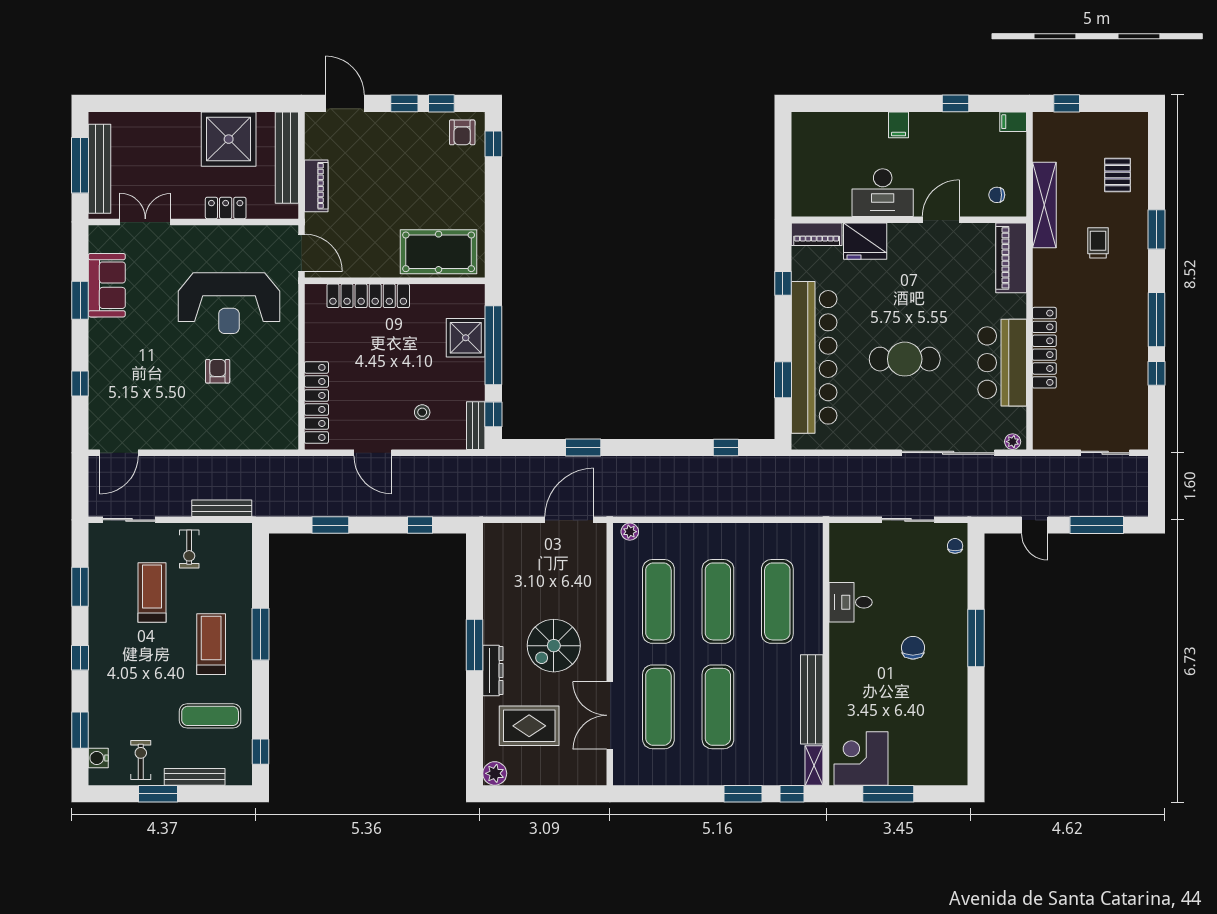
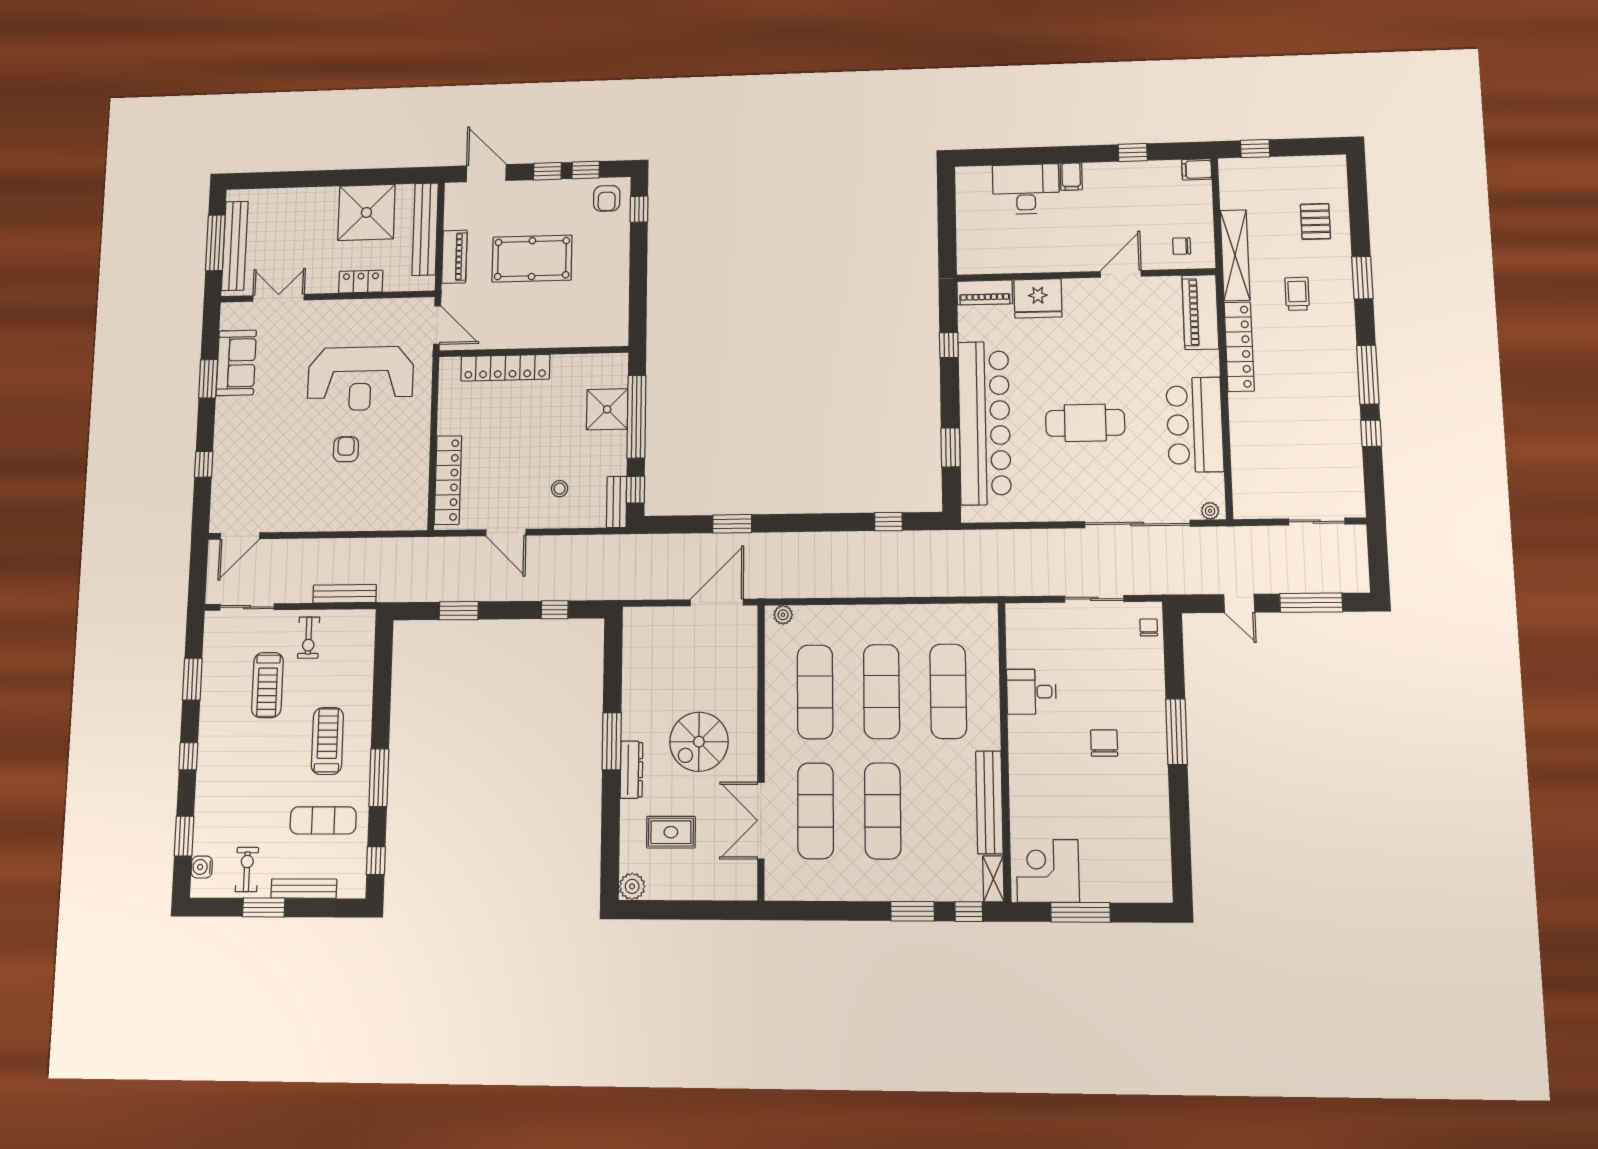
desk: (883, 193) -> (1026, 189), moved, turned 180
pool table: (439, 252) -> (532, 259), moved
locker: (1044, 348) -> (1239, 347), moved
treadmill: (152, 593) -> (267, 685), turned 180
window: (260, 634) -> (379, 778), moved
rug: (529, 726) -> (671, 832), width x0.73, depth x0.70

